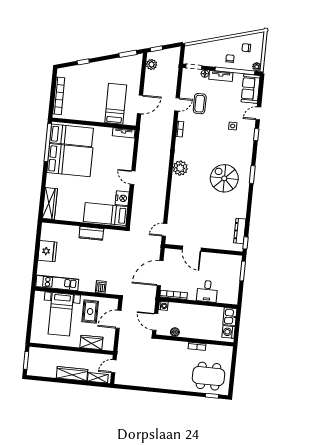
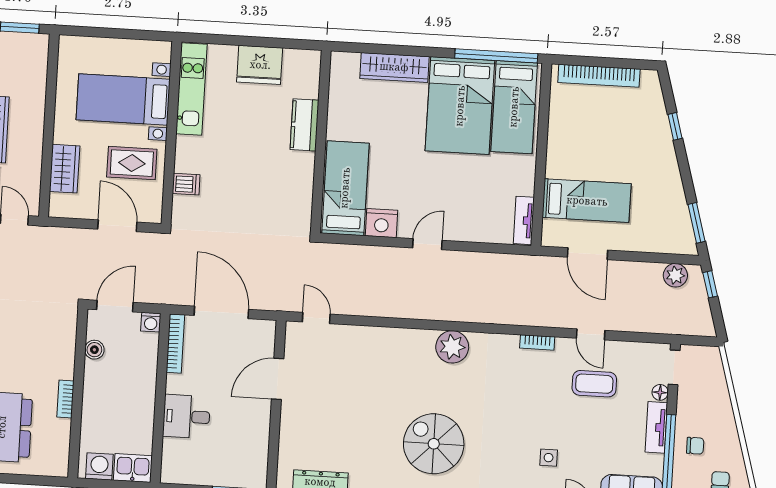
spiral stairs: (224, 178) -> (434, 444), turned -90
wardrobe: (50, 203) -> (394, 67), moved
kitchen counter: (91, 233) -> (304, 125), moved

